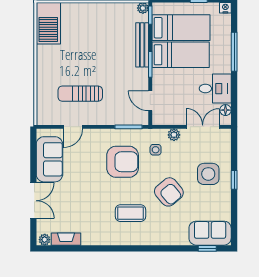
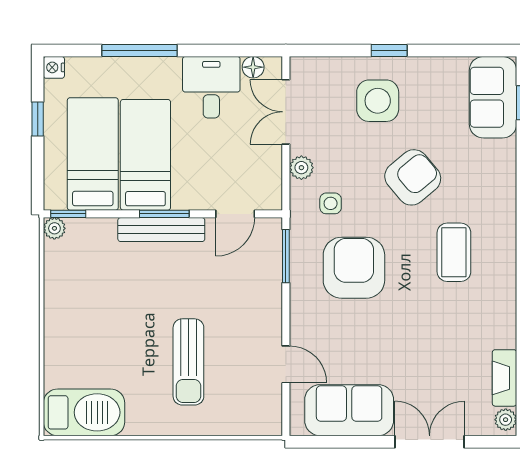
bench: (142, 45) -> (161, 230), moved
sun lounger: (80, 94) -> (188, 362), moved

